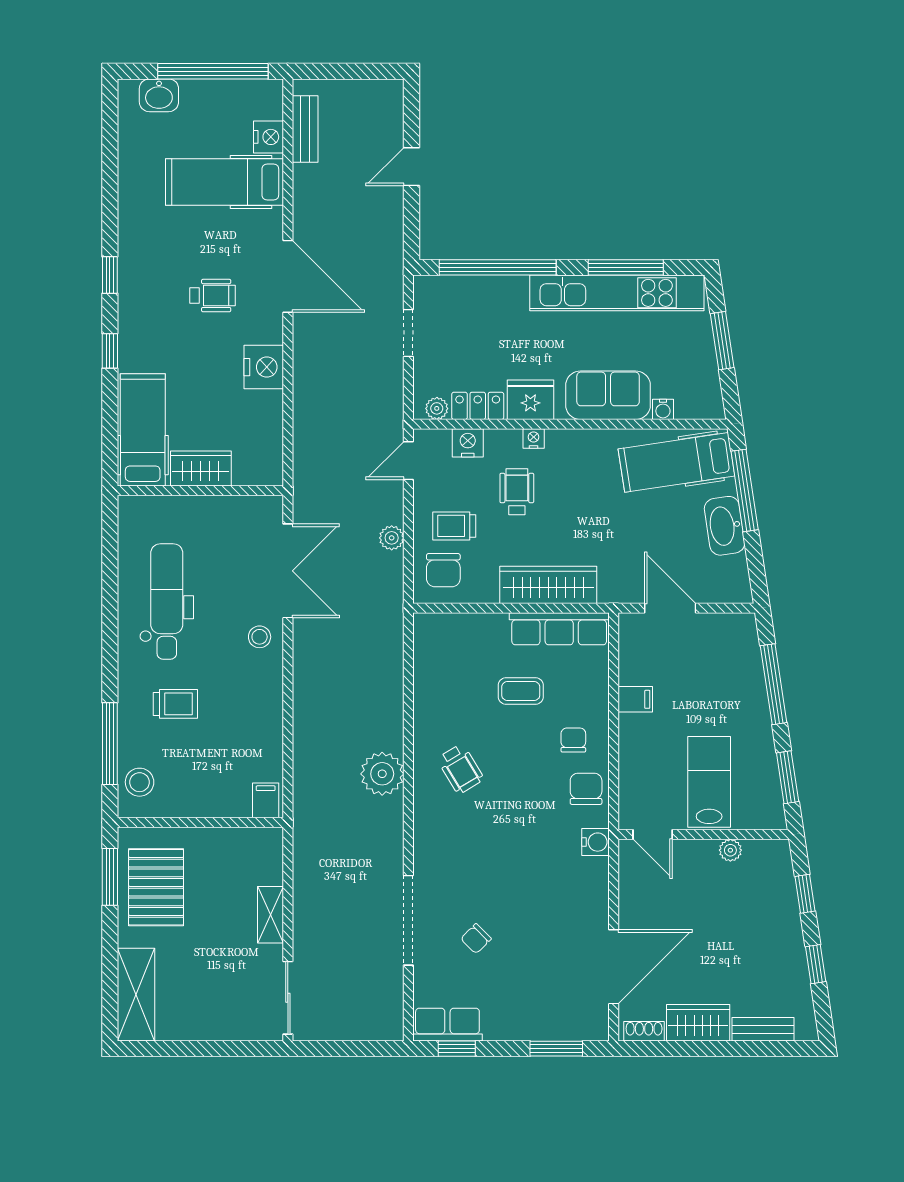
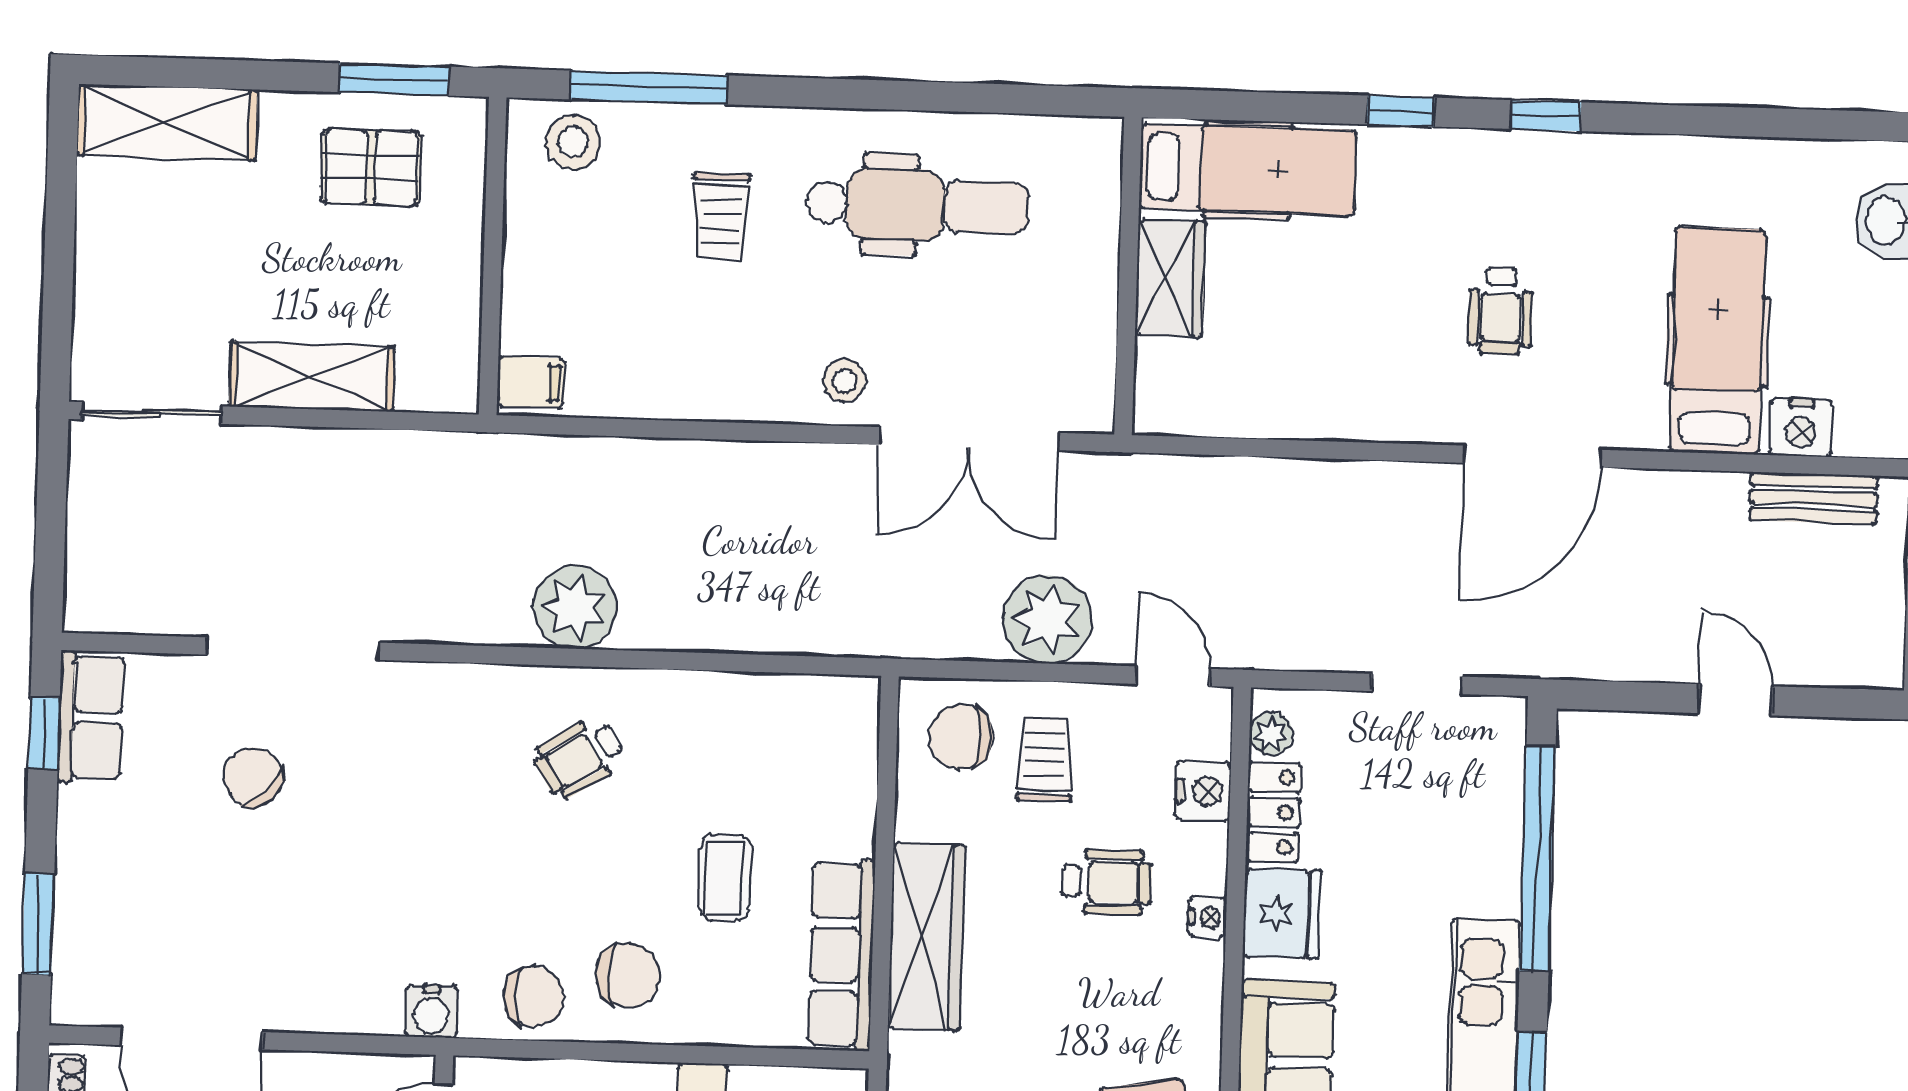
nightstand: (264, 367) -> (1361, 405), removed
plant: (392, 538) -> (1047, 619), width x1.87, depth x1.87
chair: (573, 740) -> (628, 975), width x1.37, depth x1.37
pallet: (156, 887) -> (371, 167), width x0.67, depth x0.71
shelving: (270, 915) -> (312, 377), width x1.50, depth x1.33
chair: (476, 939) -> (253, 777), width x1.37, depth x1.37

